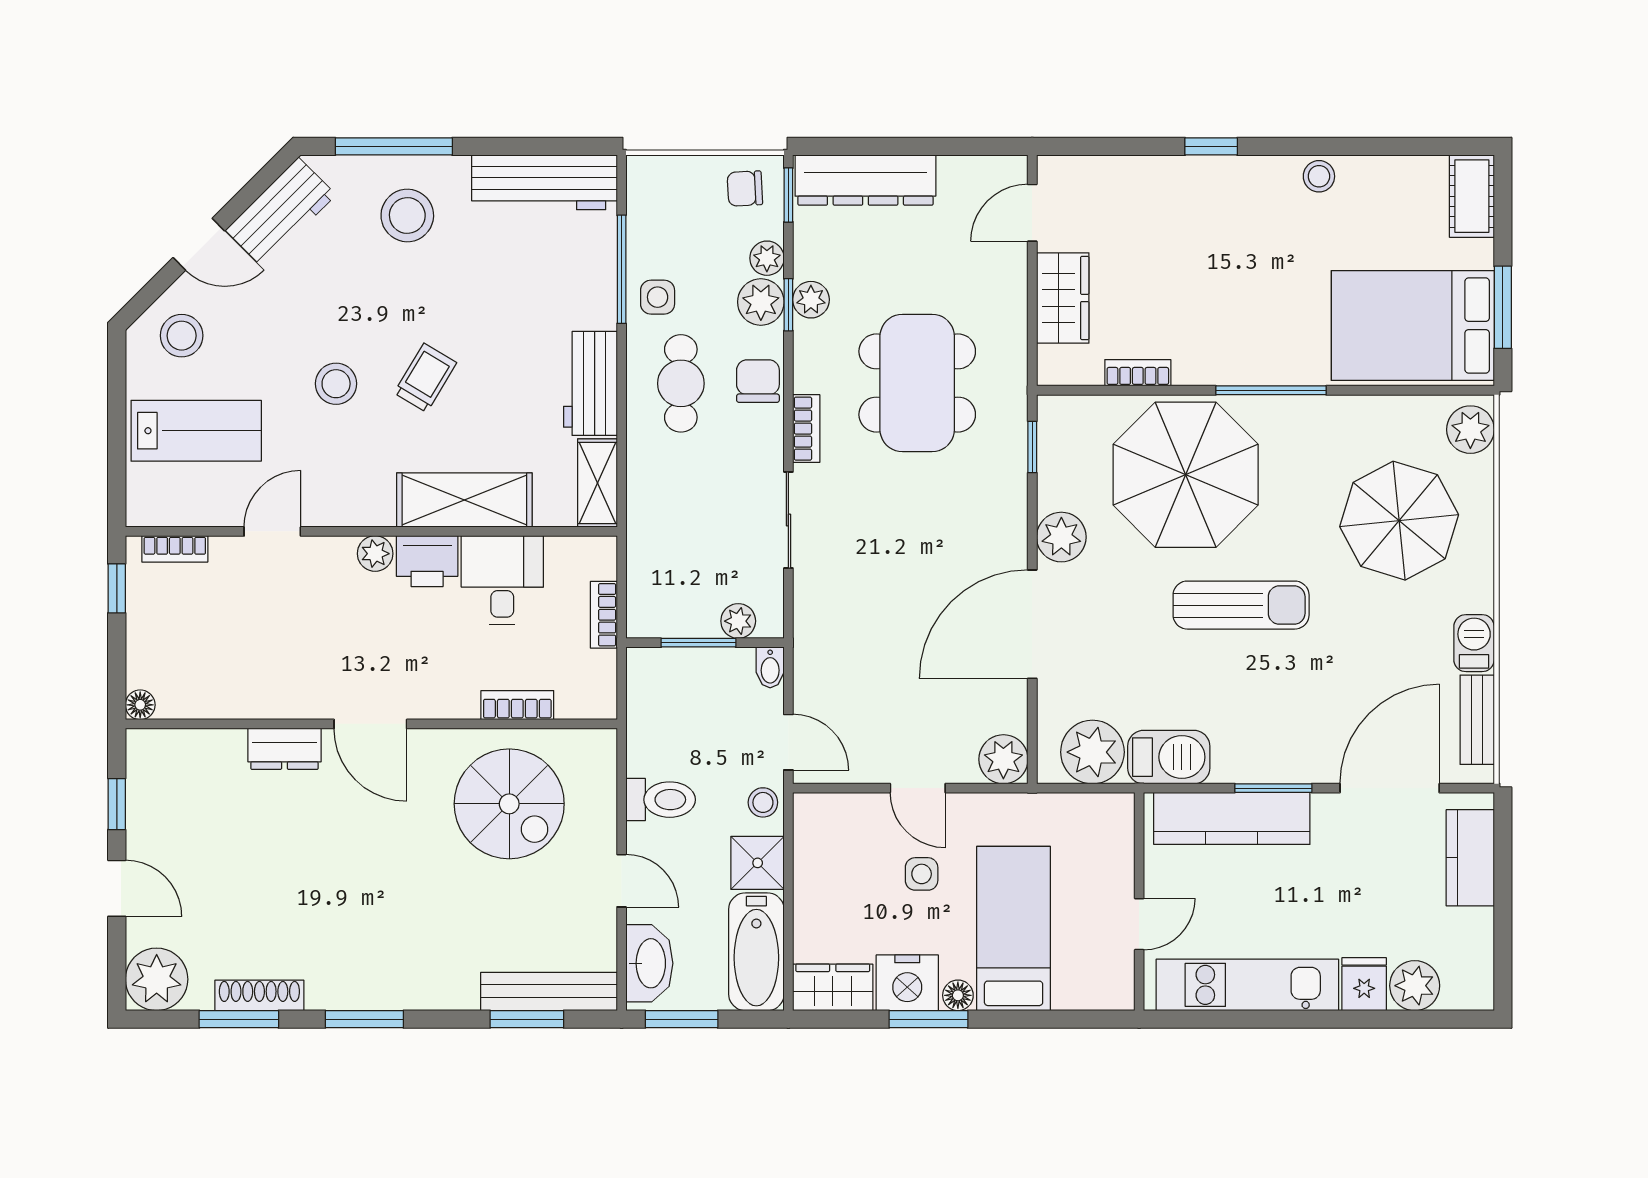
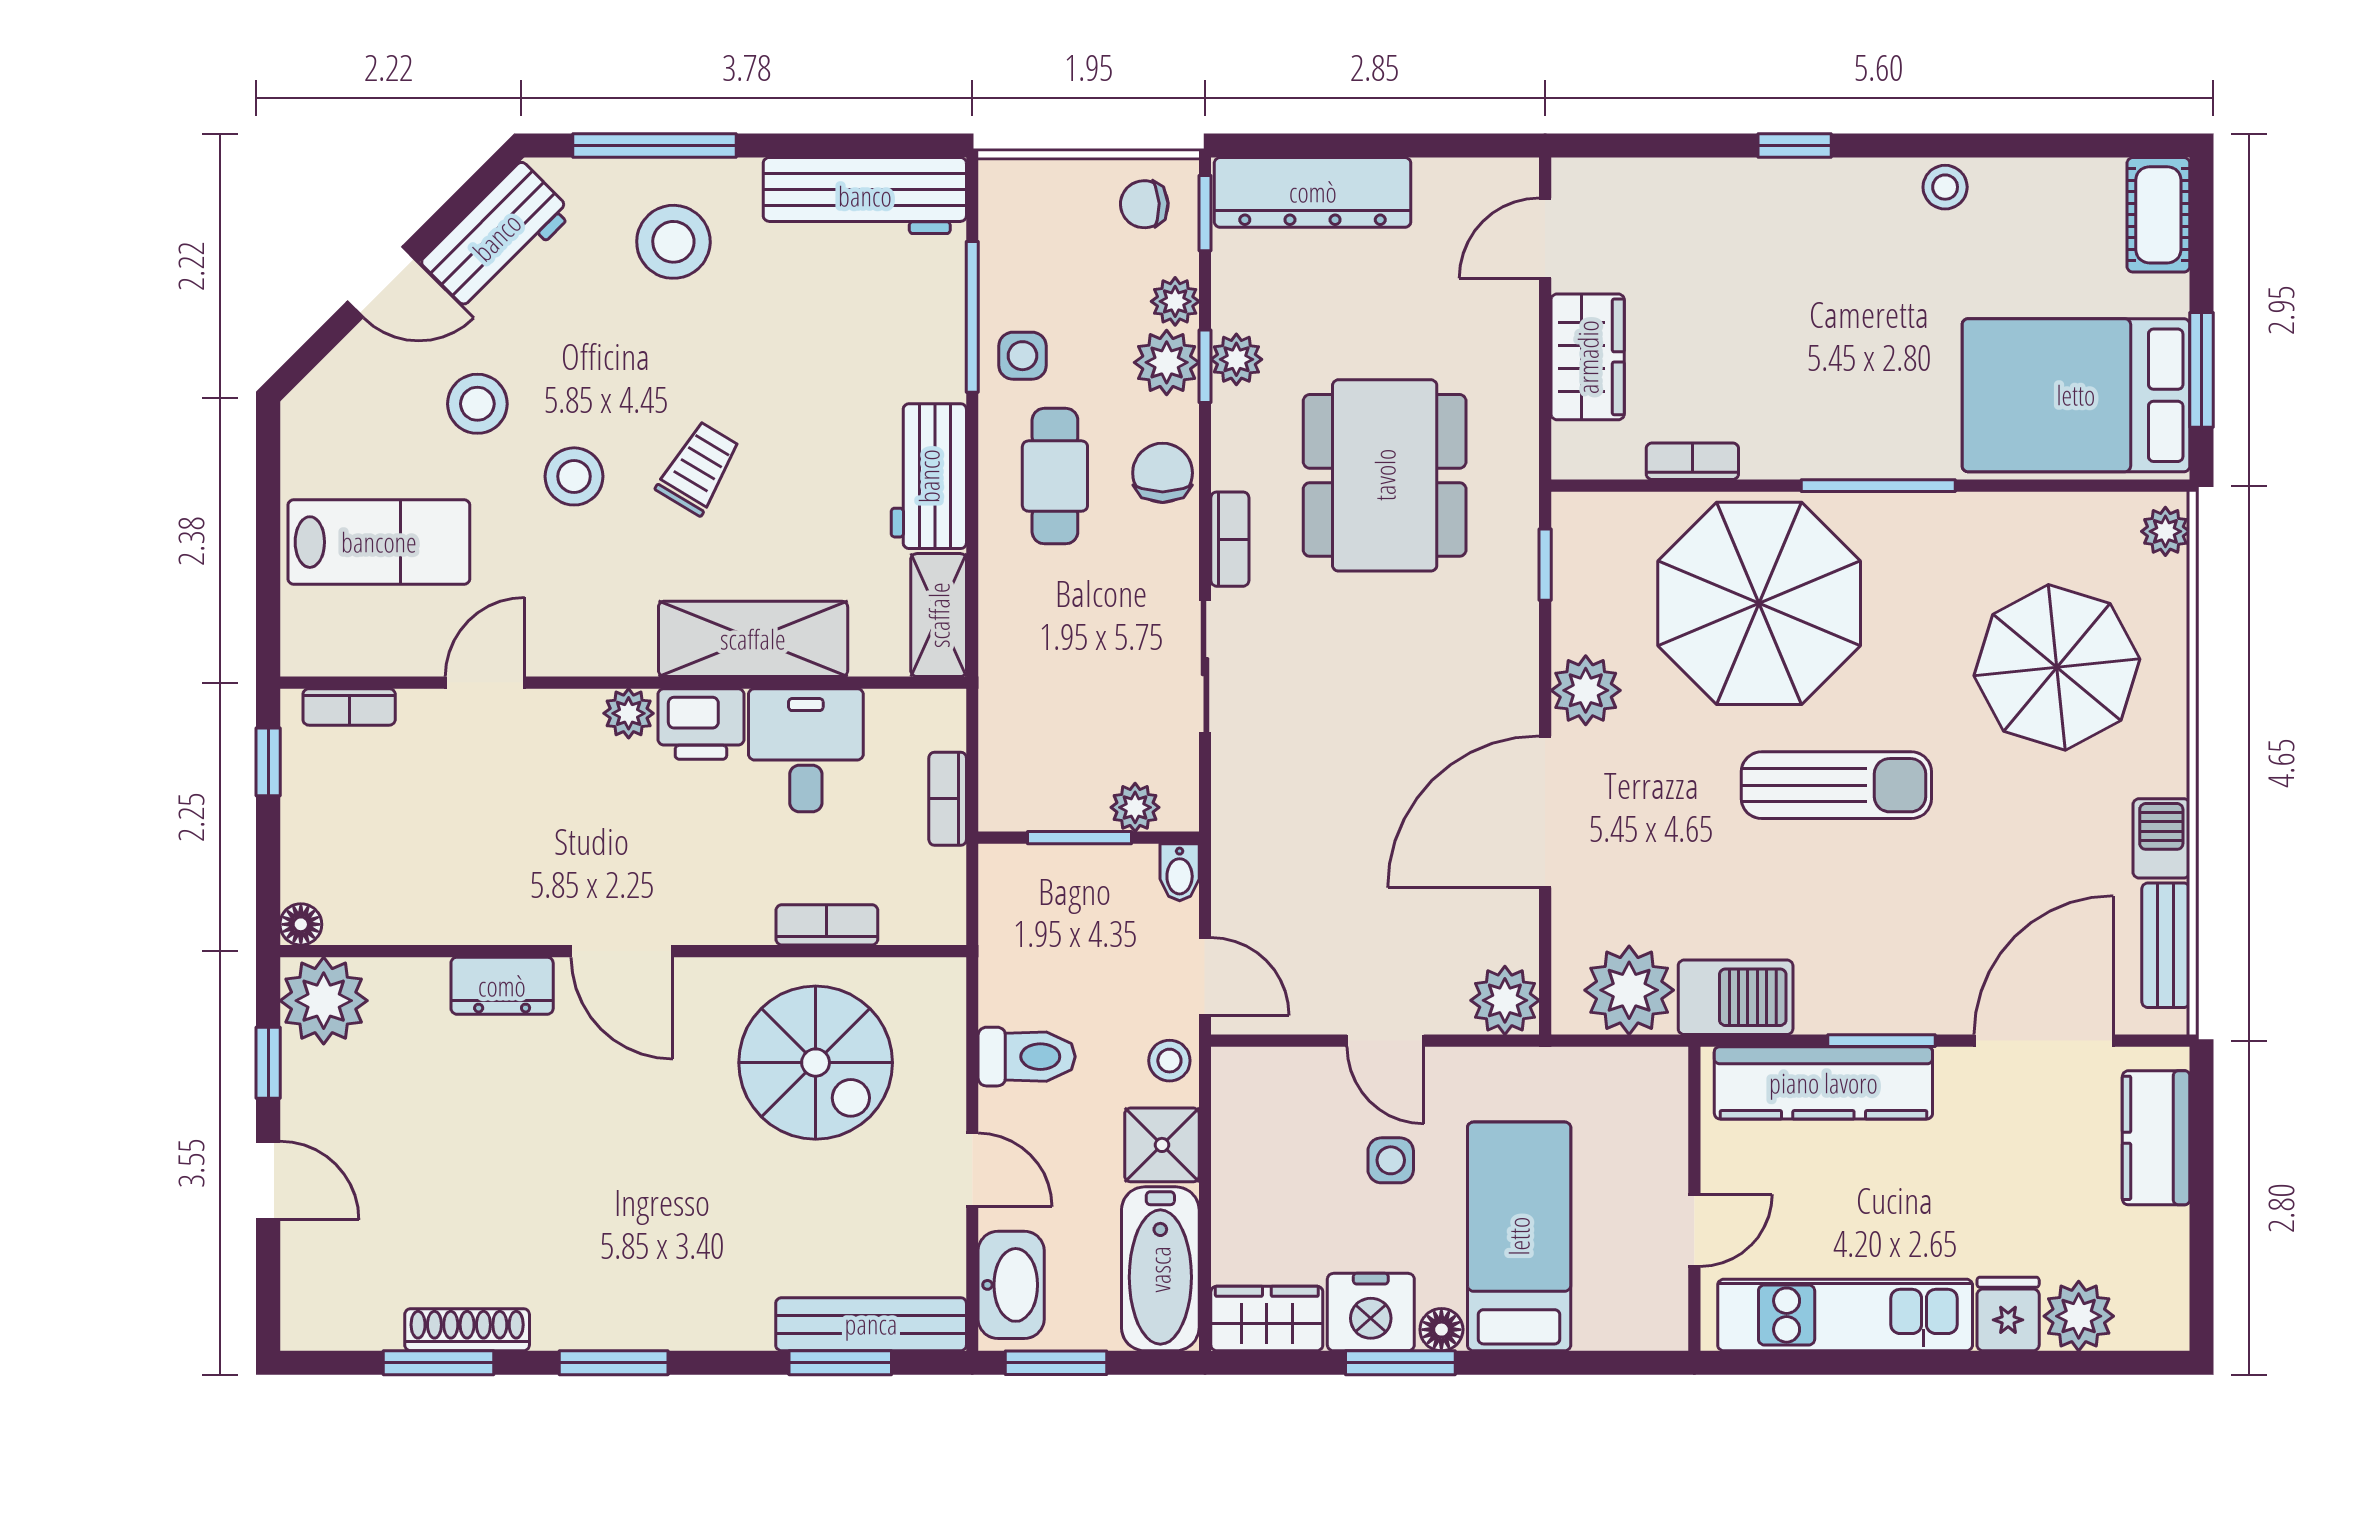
stool: (182, 336) -> (477, 404), moved
plant: (1470, 430) -> (2165, 531), width x0.73, depth x0.73
plant: (157, 979) -> (324, 1001), moved

